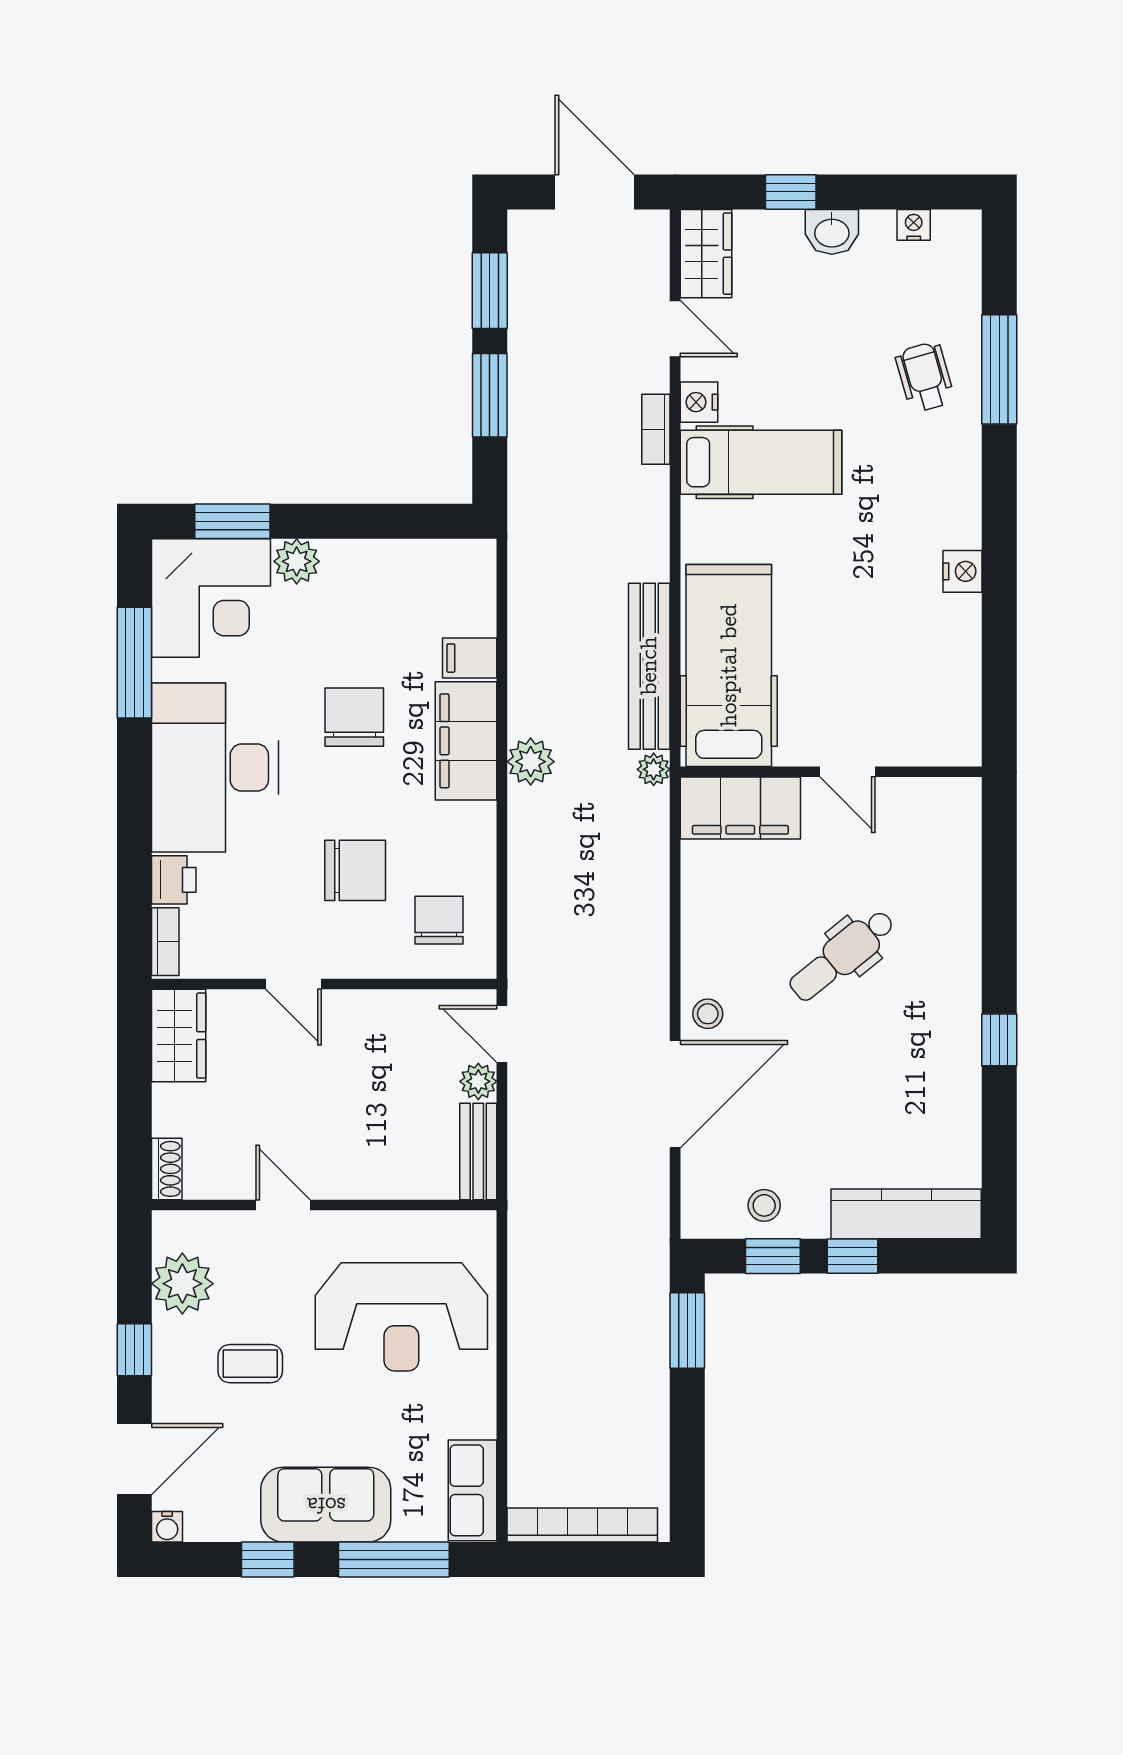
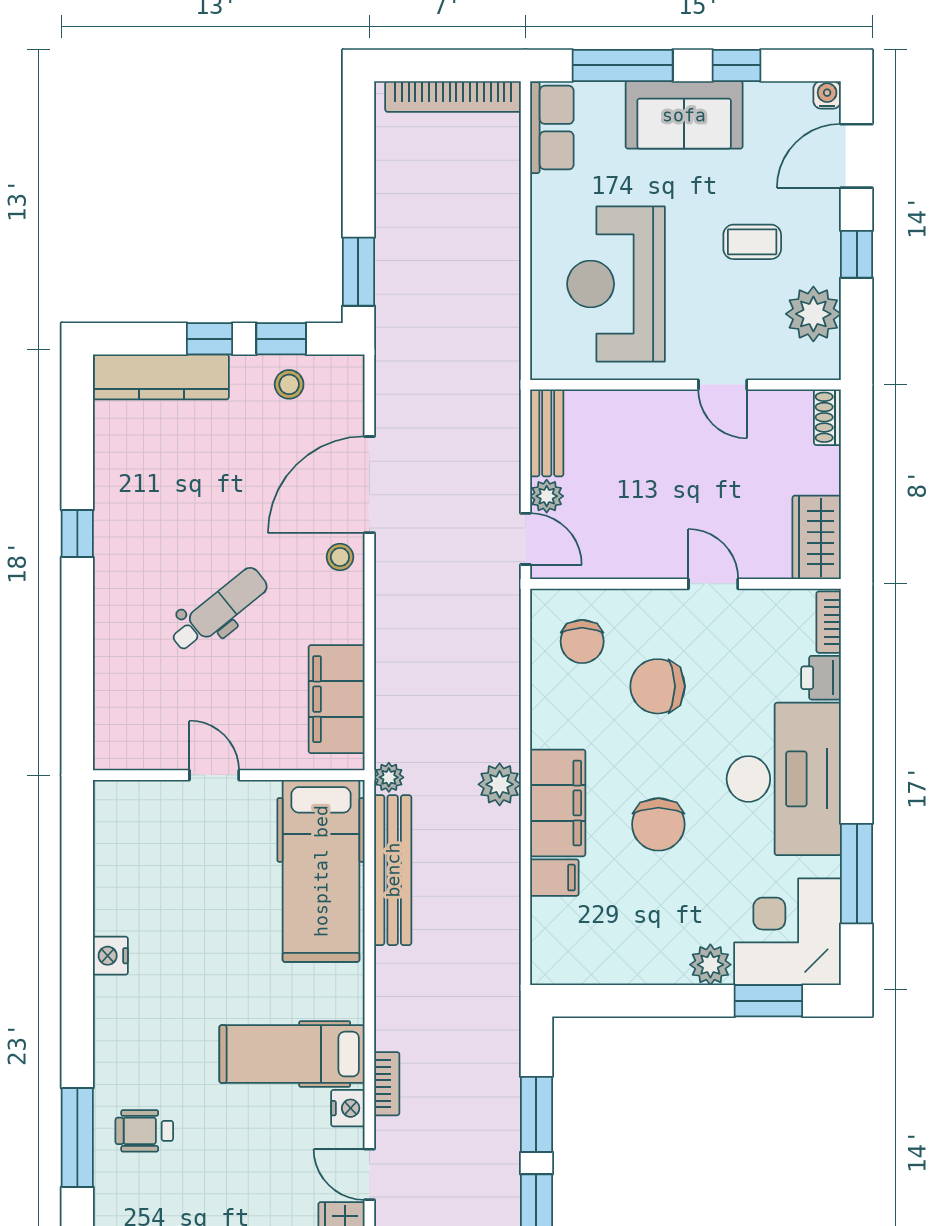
wheelchair: (925, 377) -> (144, 1131), turned 106
filing cabinet: (740, 808) -> (337, 699), moved, turned -90
reception desk: (401, 1317) -> (616, 284), turned -90

